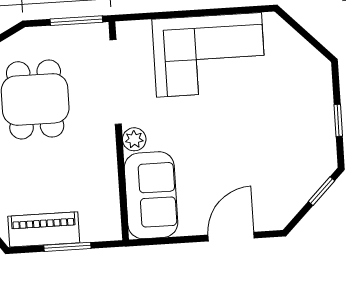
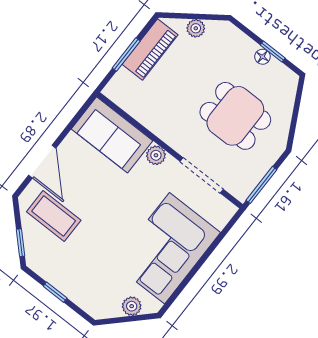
plant: (289, 40) -> (132, 306), added
doorway: (116, 82) -> (202, 175), width x0.73
coffee table: (271, 183) -> (54, 216), added

